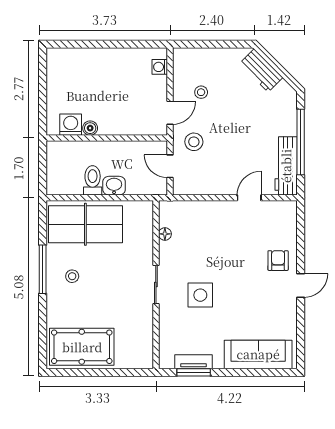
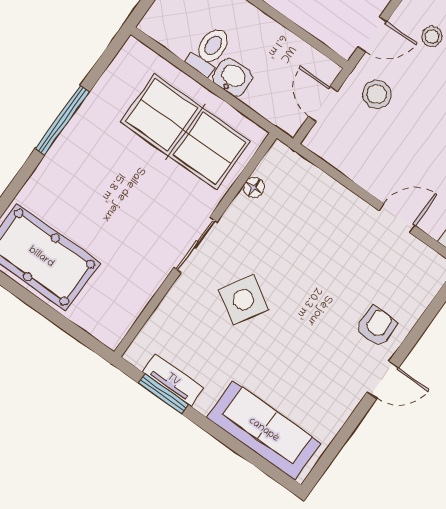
table tennis table: (85, 224) -> (185, 132), moved
stool: (72, 276) -> (94, 157), removed
side table: (200, 295) -> (243, 300), turned 31

